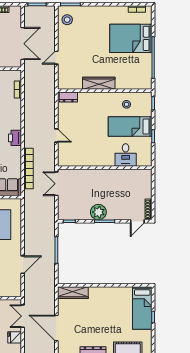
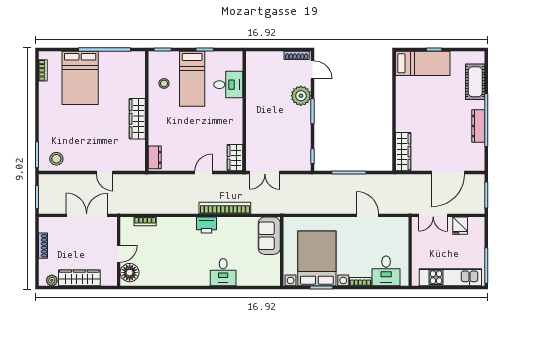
wardrobe: (68, 160) -> (235, 158), added
bookcase: (28, 169) -> (225, 208), moved
plant: (98, 212) -> (301, 96), moved

